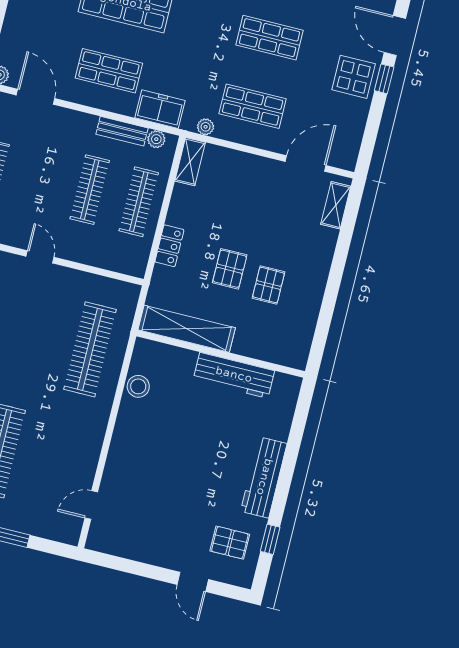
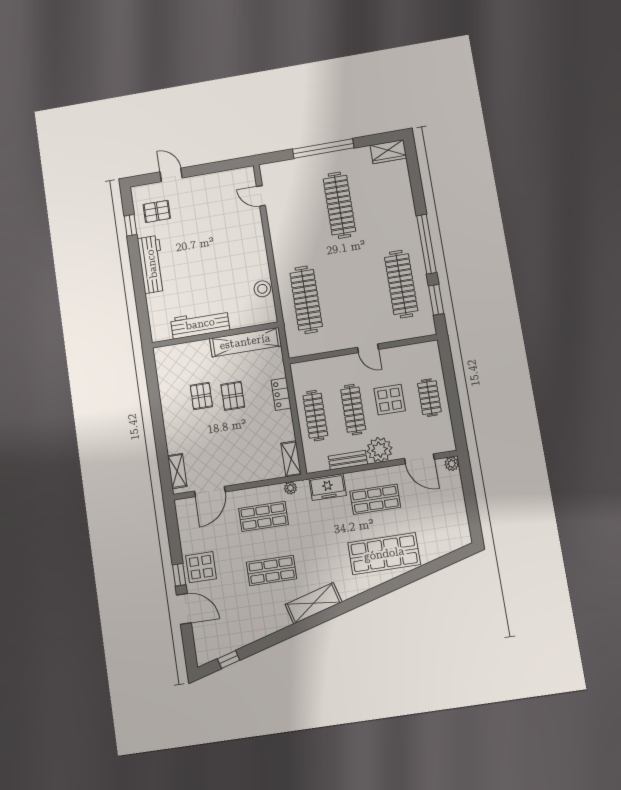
plant: (156, 139) -> (379, 450), moved, width x1.88, depth x1.88
display table: (40, 183) -> (390, 400), added
door: (91, 505) -> (261, 196), swing flipped

